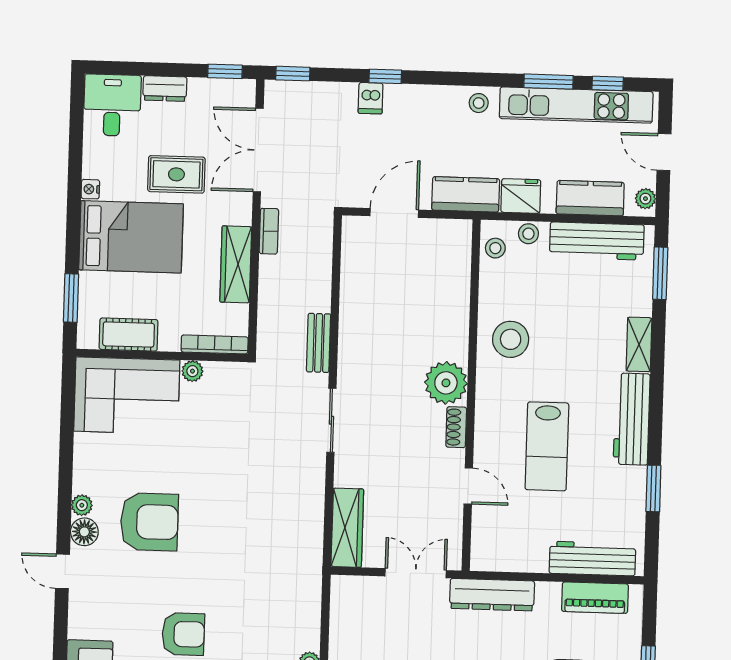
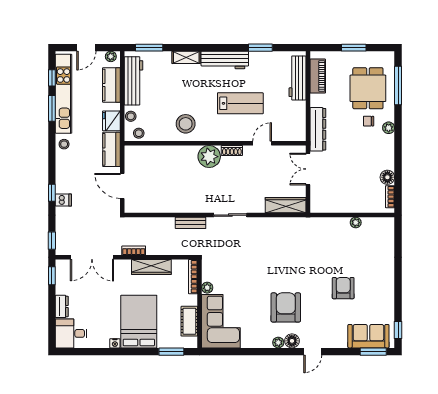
rug: (176, 174) -> (106, 299), removed

